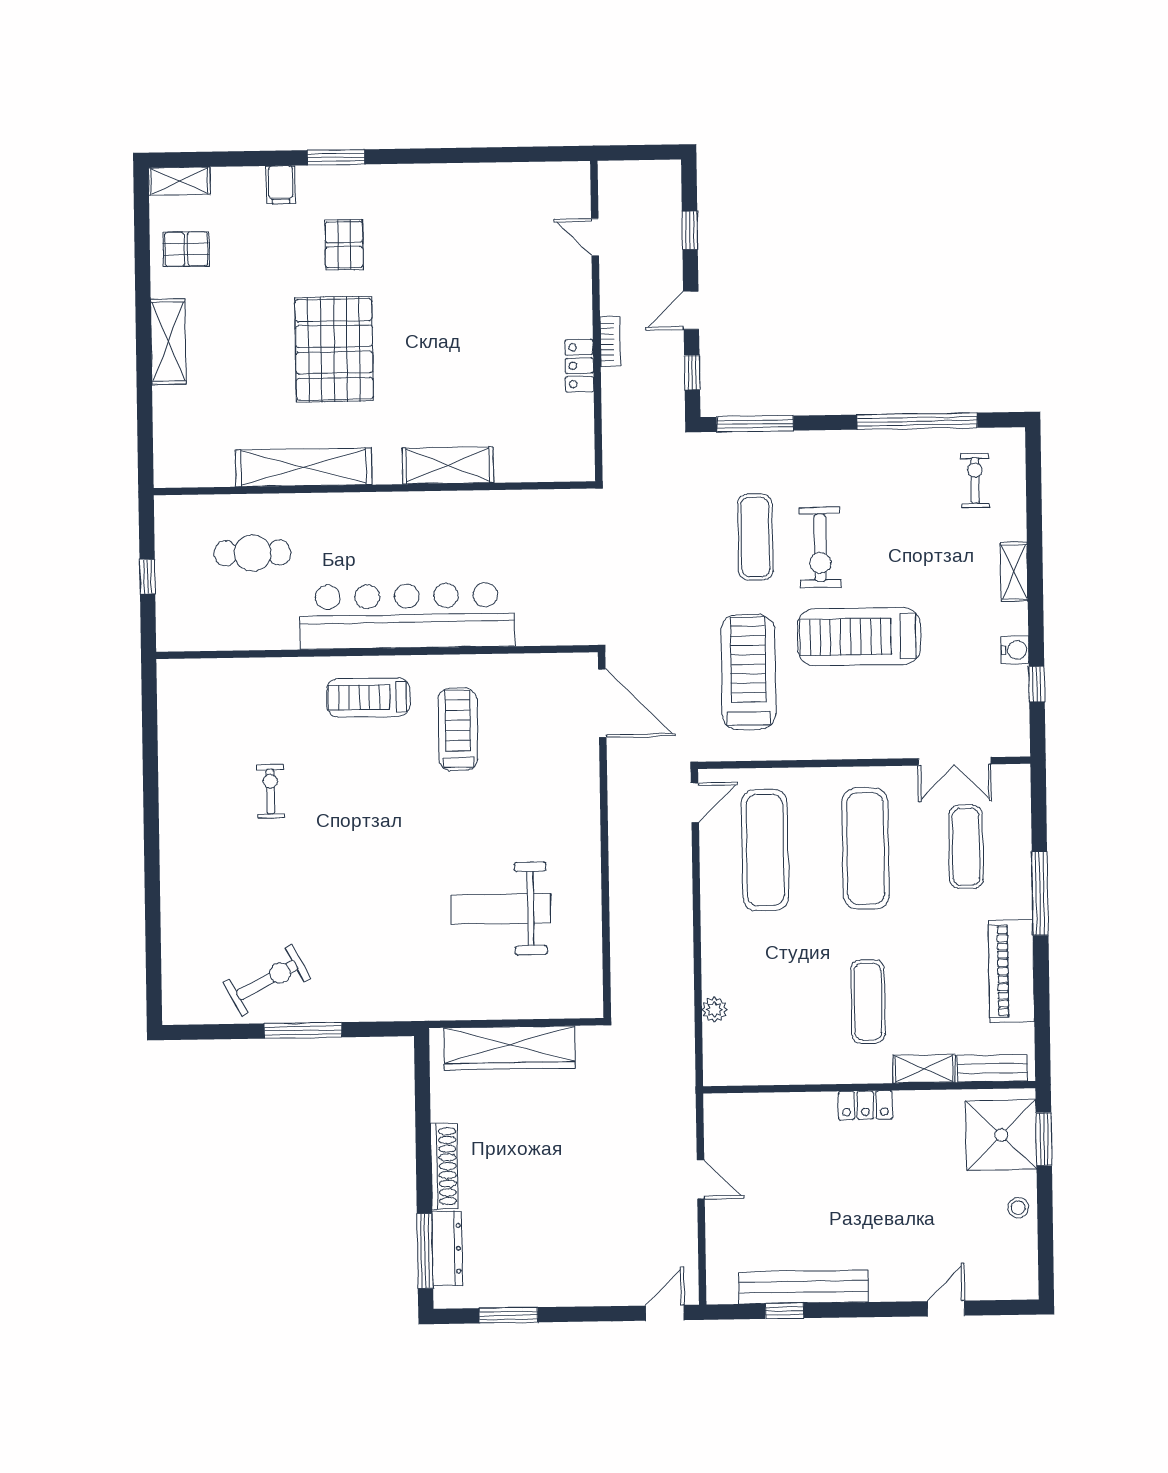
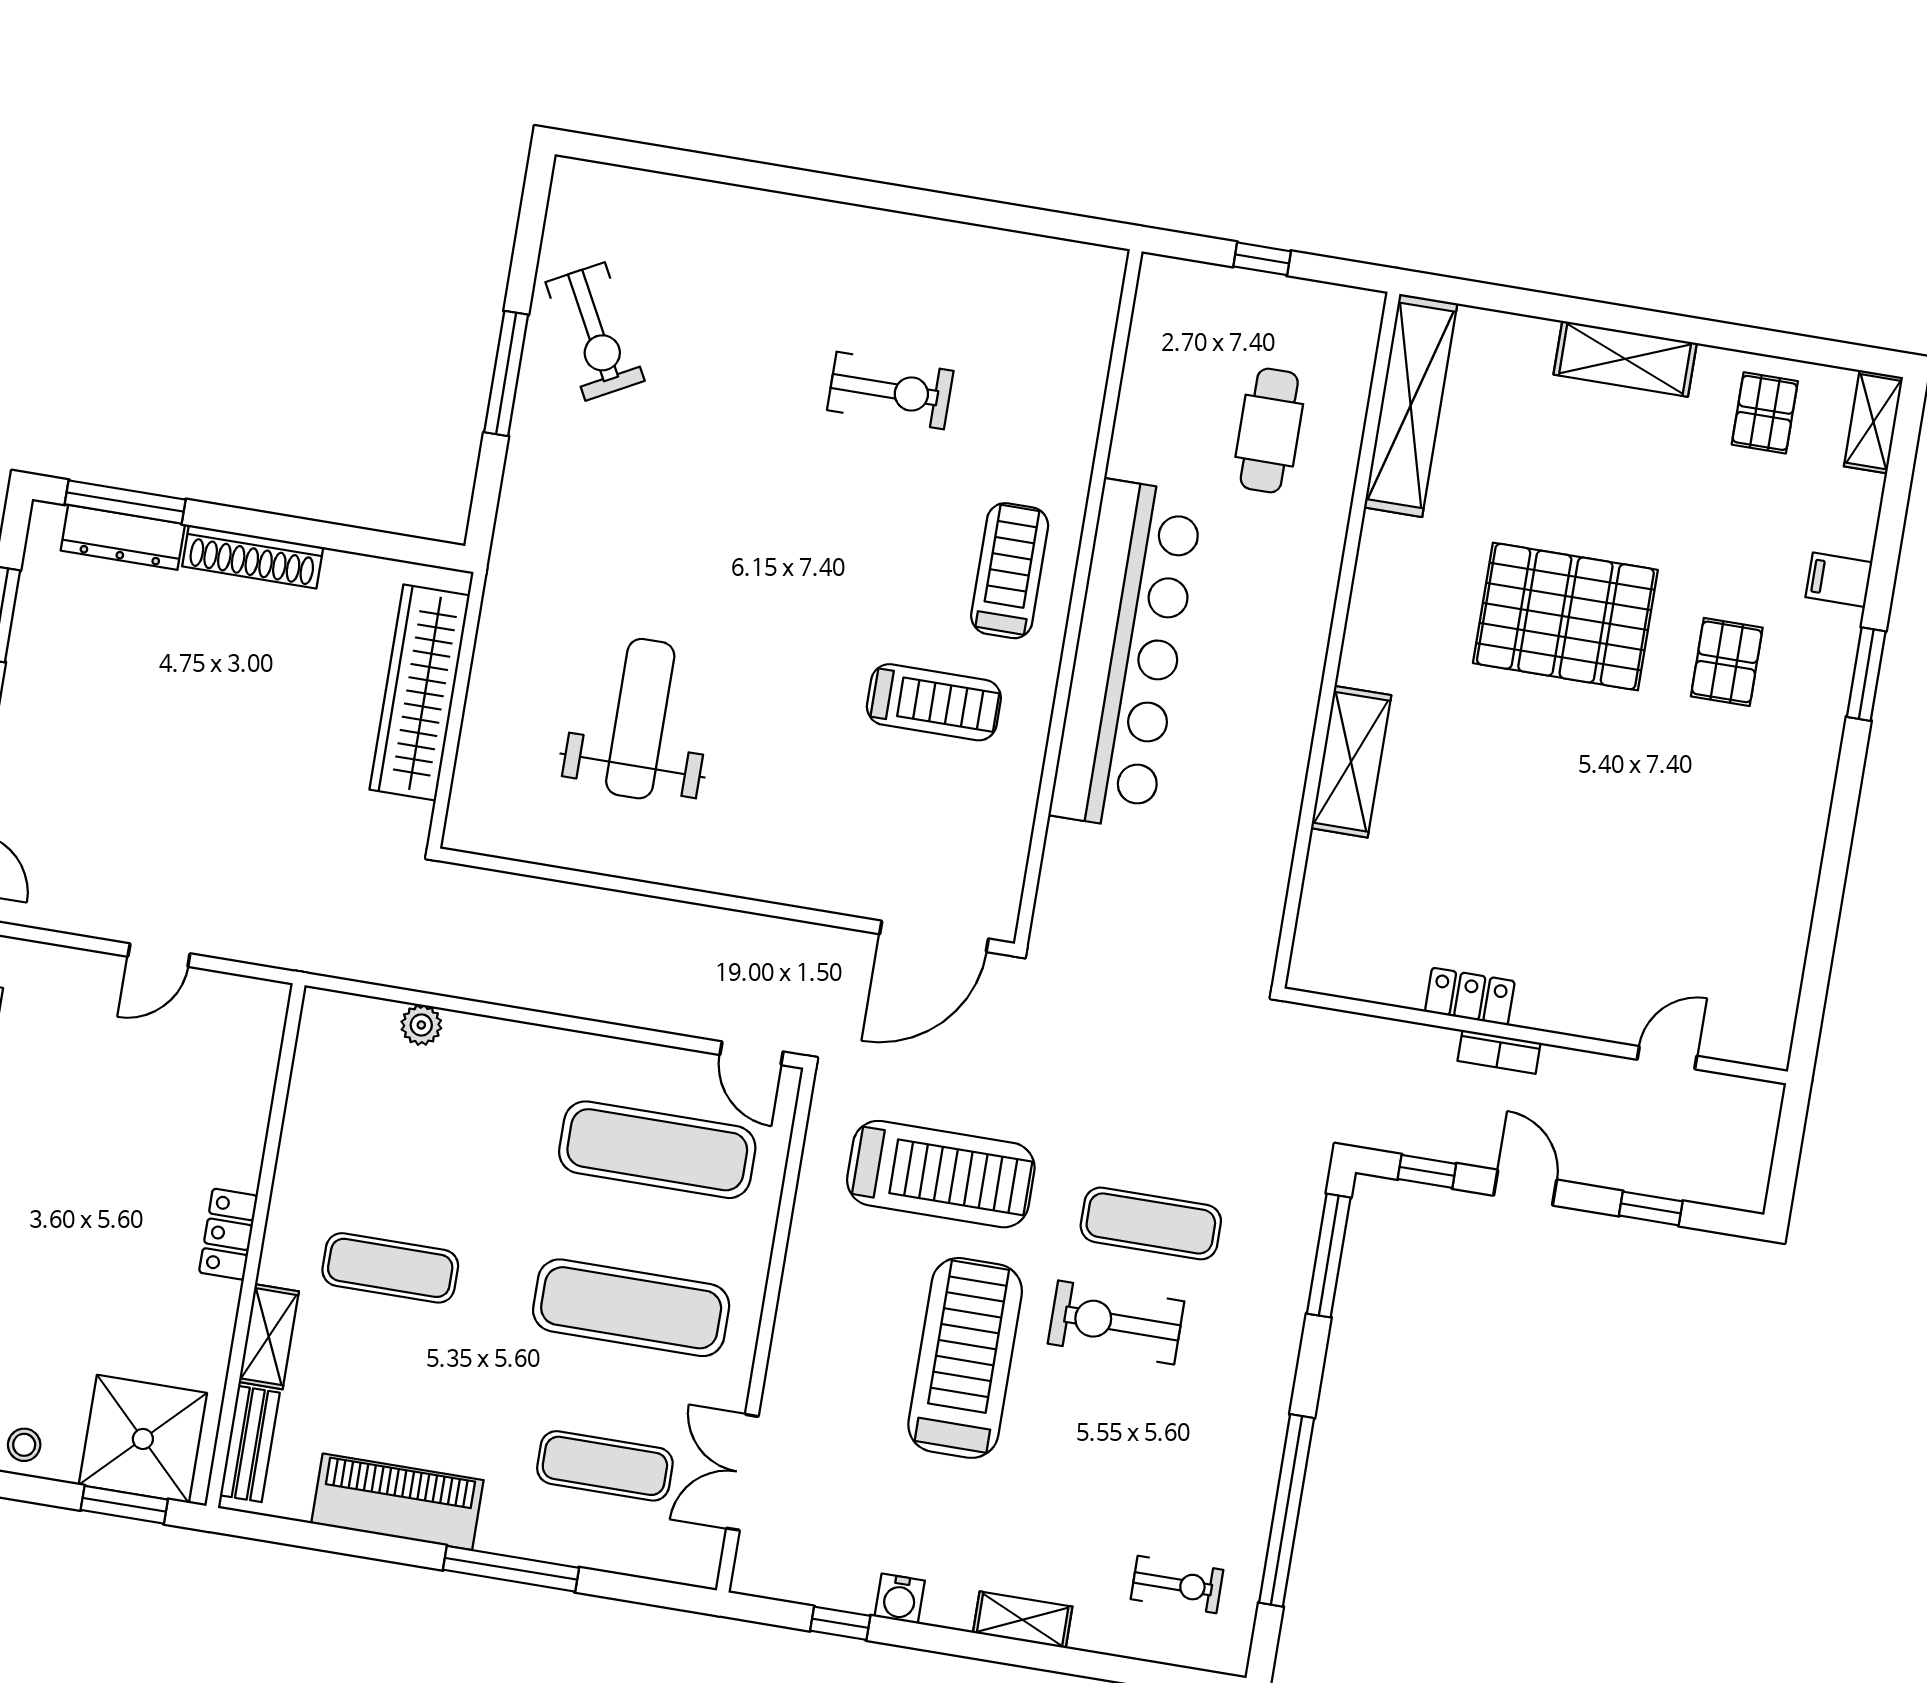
pallet: (344, 245) -> (1727, 662), turned 90
shelving: (304, 467) -> (1411, 405), moved
exercise bike: (270, 791) -> (890, 391), width x1.38, depth x1.39

